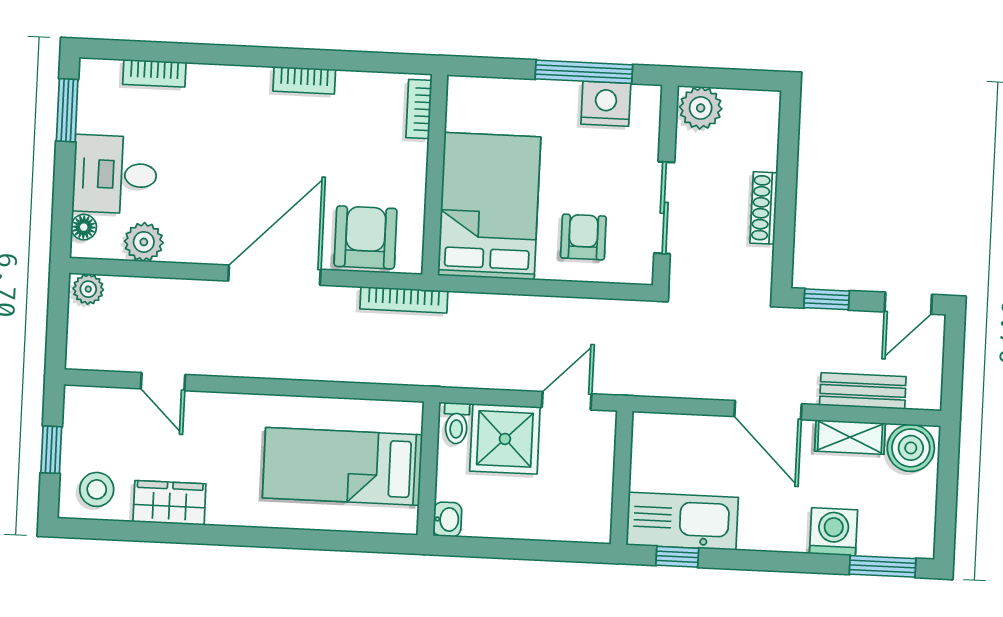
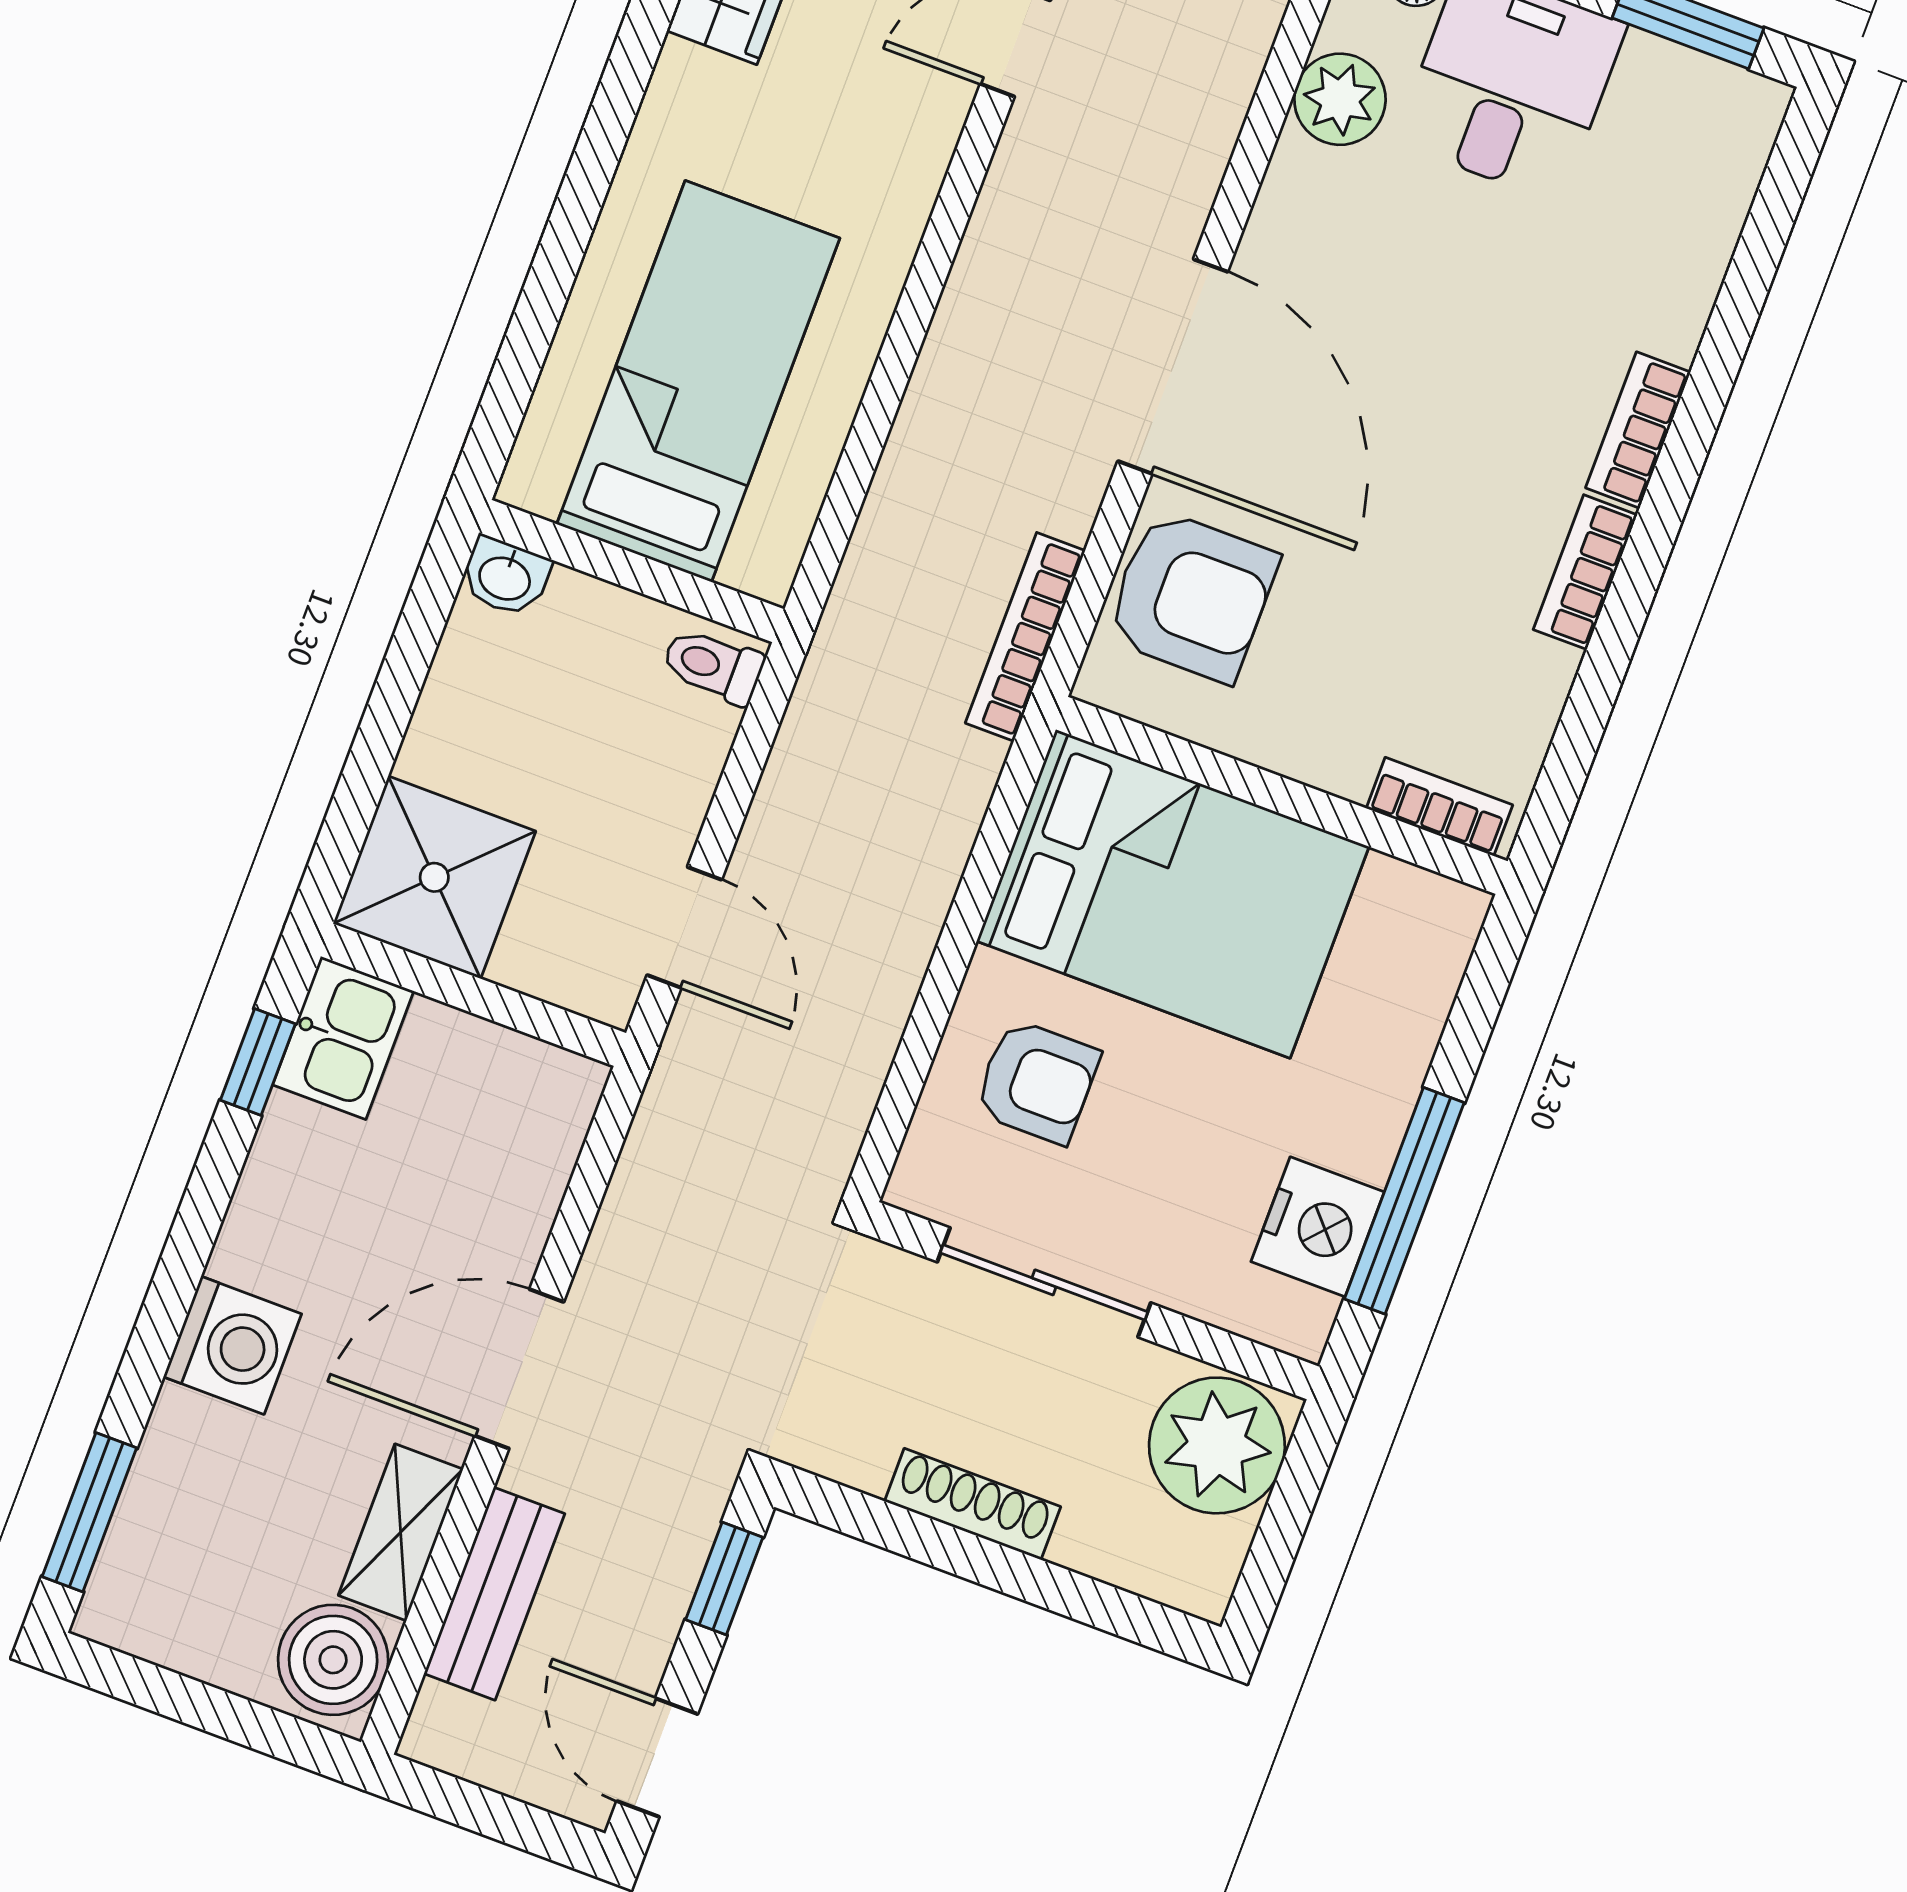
bookcase: (154, 73) -> (1638, 430), moved
plant: (701, 108) -> (1217, 1445), width x1.36, depth x1.36
shower: (505, 439) -> (434, 877), moved
kitchen sink: (682, 521) -> (343, 1038), width x0.53, depth x0.81
washing machine: (833, 532) -> (232, 1345), moved

